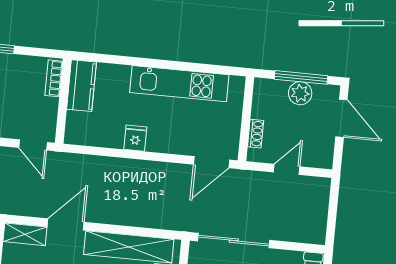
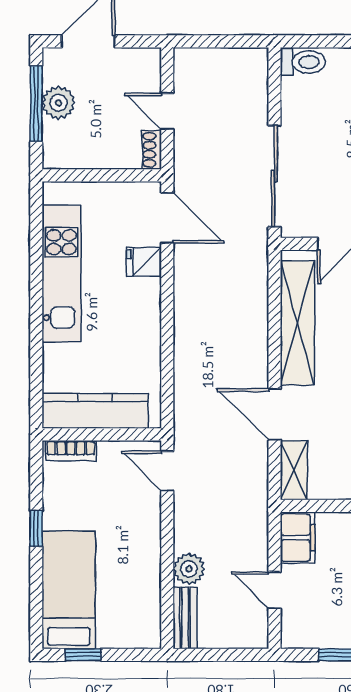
kitchen counter: (81, 86) -> (95, 411), width x1.50
shoe rack: (256, 134) -> (152, 150), moved, turned -90
fridge: (135, 138) -> (144, 262), moved
door: (33, 145) -> (167, 471), swing flipped

